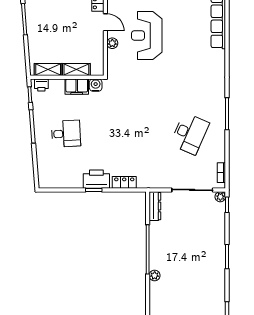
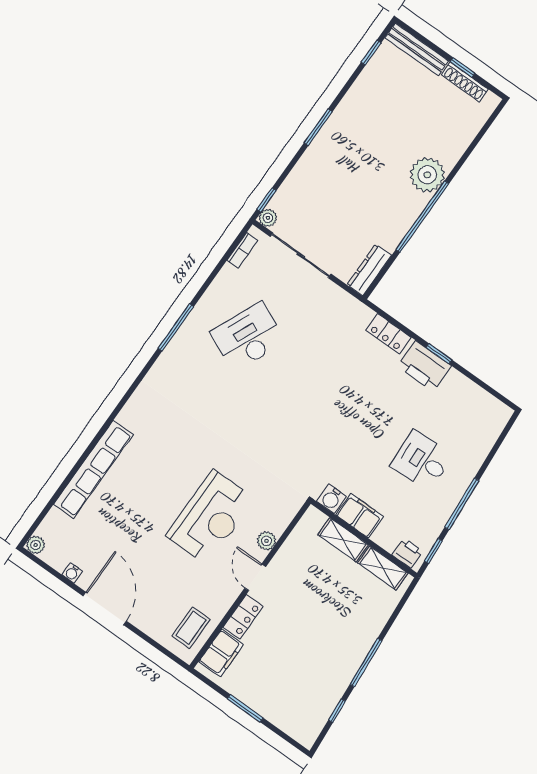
plant: (155, 275) -> (427, 175), width x1.88, depth x1.88

